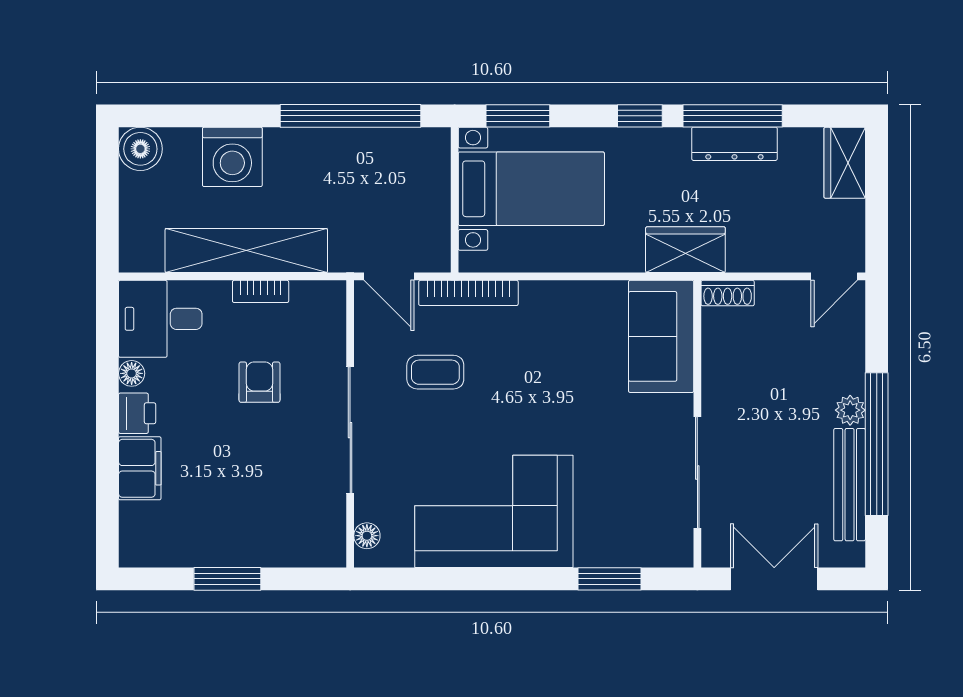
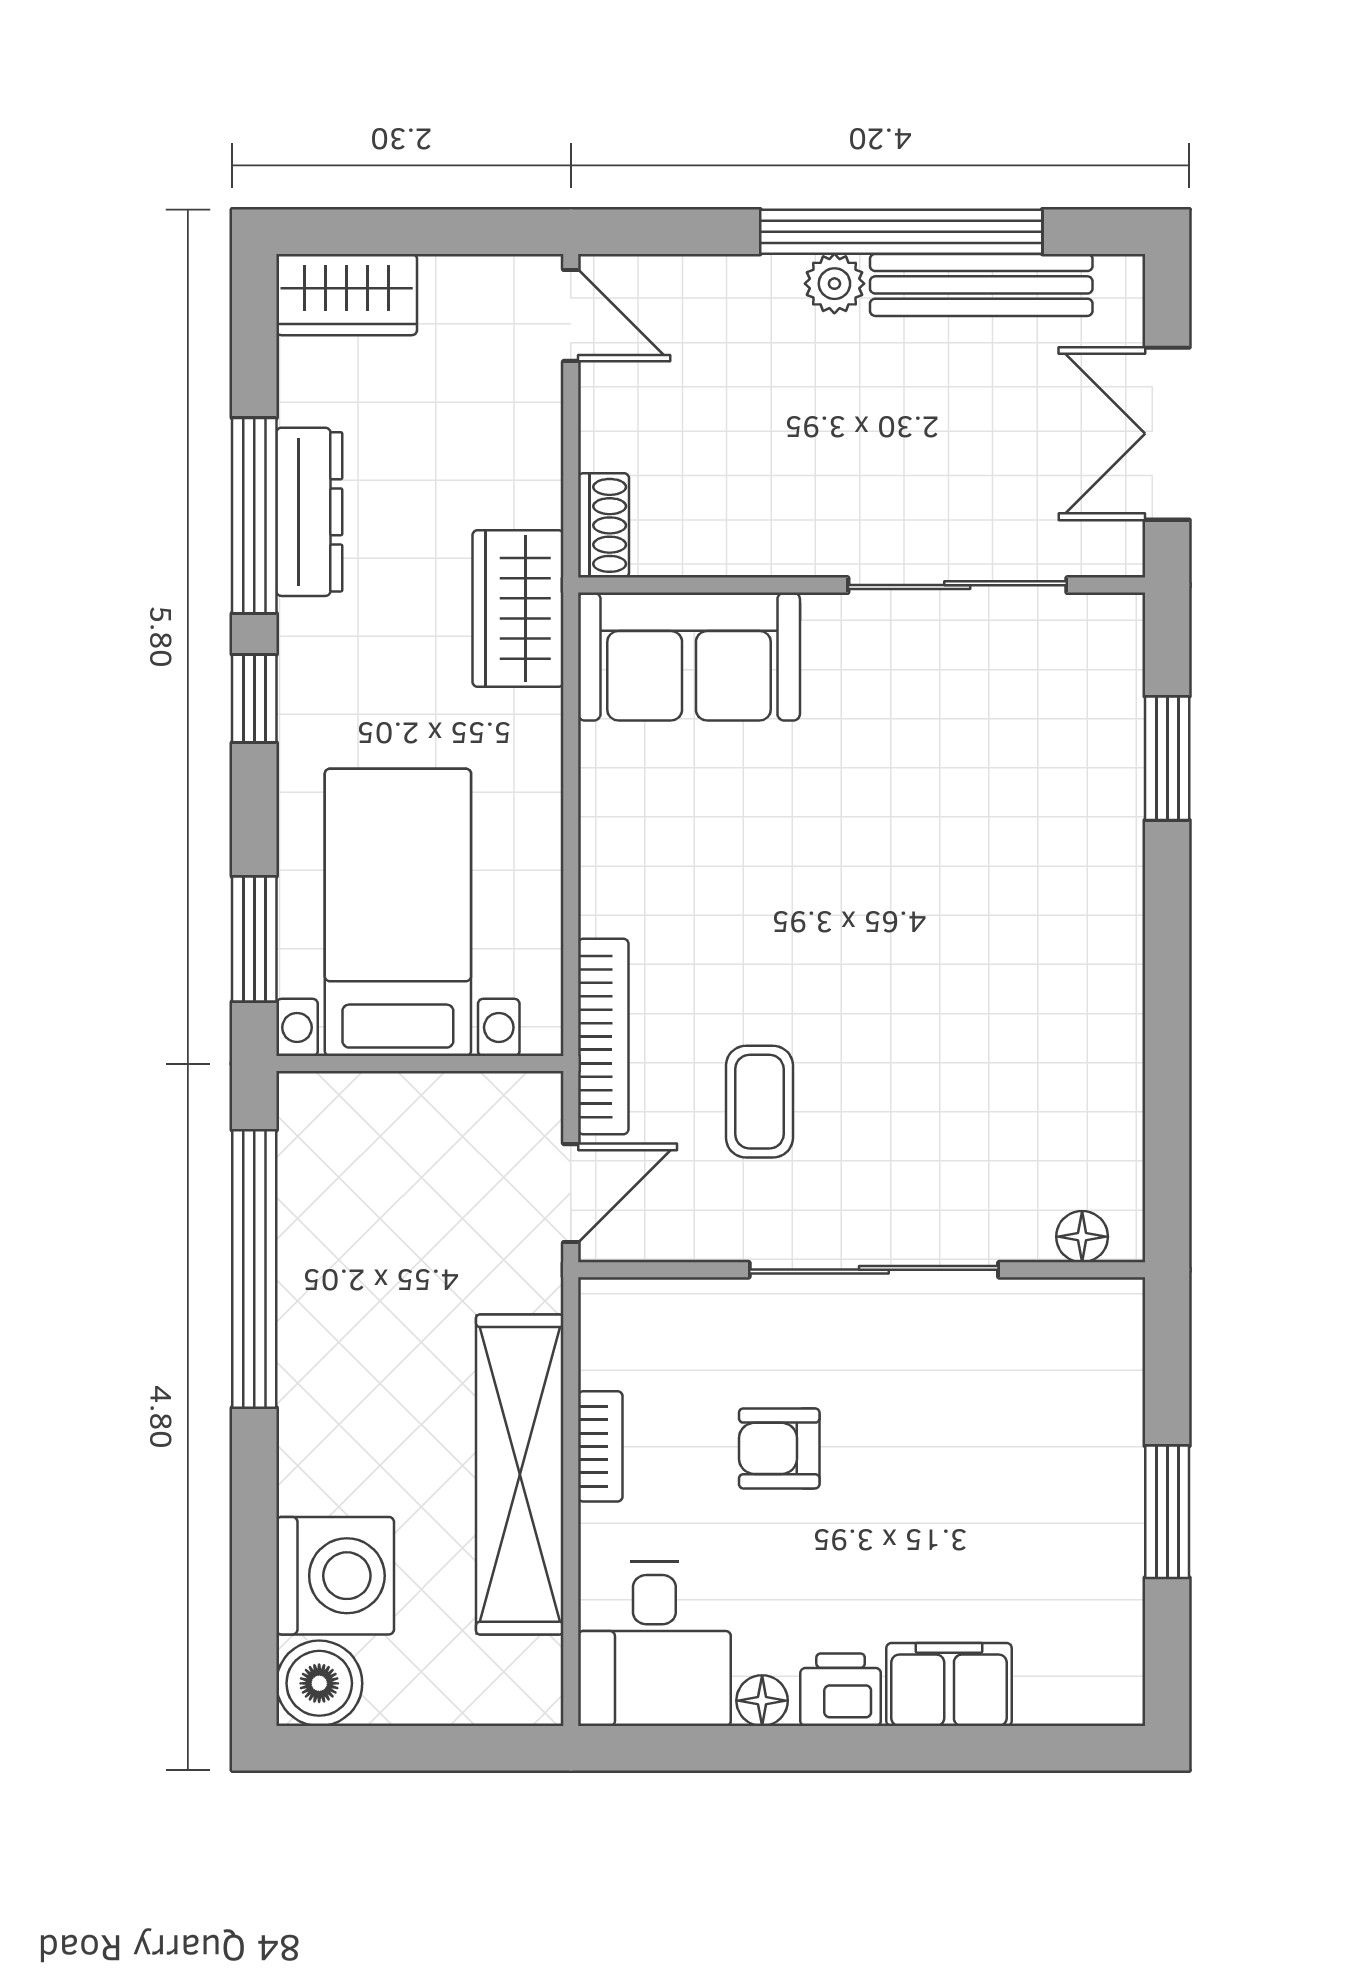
washing machine: (232, 157) -> (335, 1576), moved
corner sofa: (494, 511) -> (1034, 986), removed

